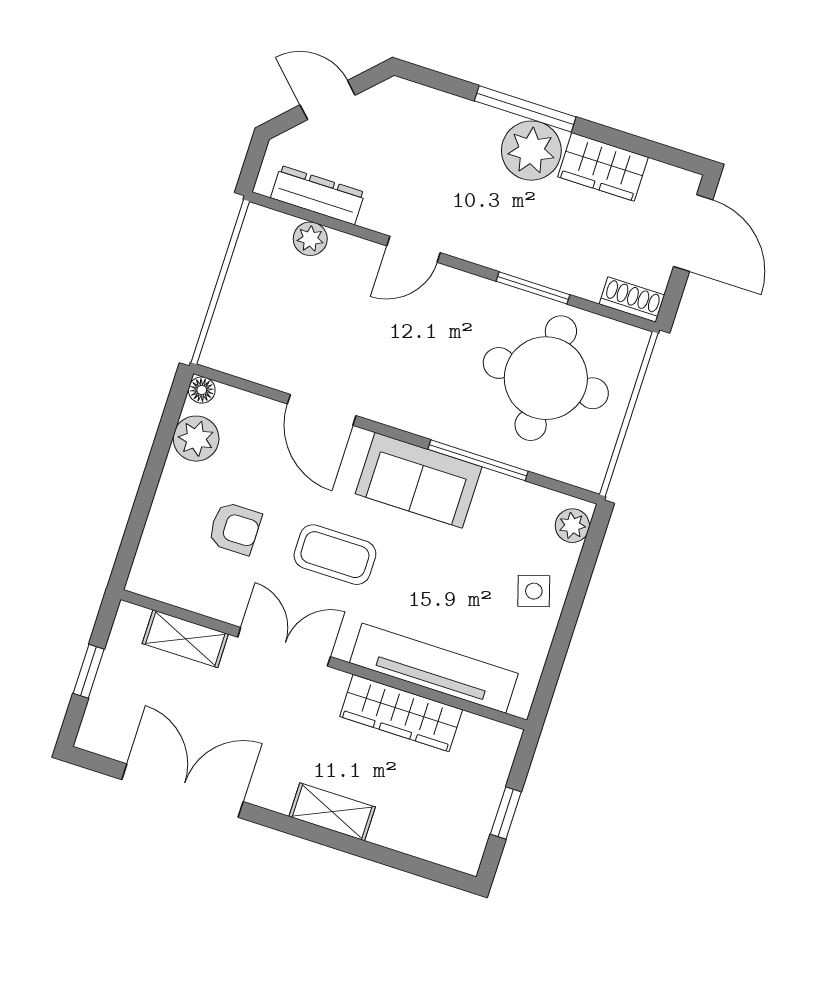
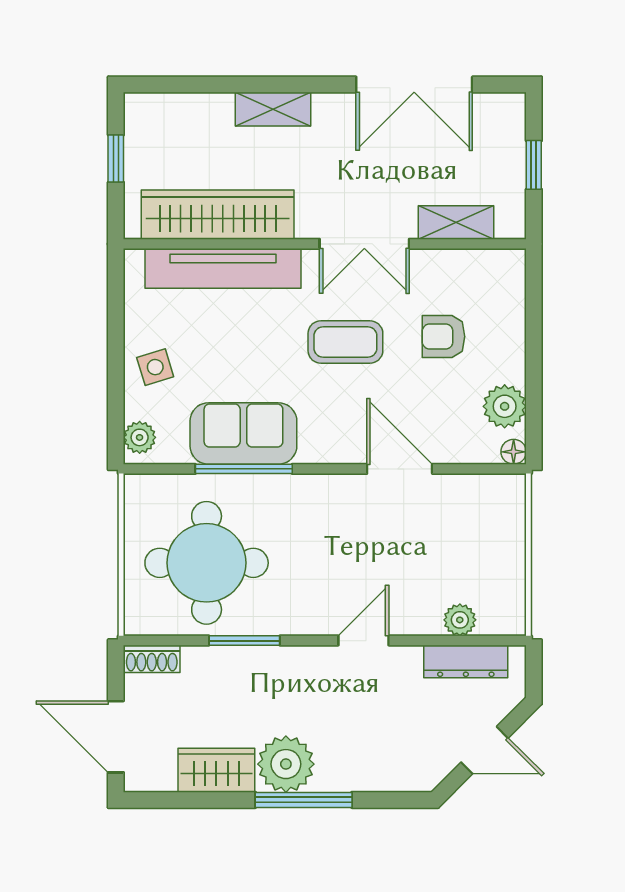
sofa: (419, 480) -> (243, 434), moved
wardrobe: (401, 713) -> (218, 215), width x1.40, depth x1.17

